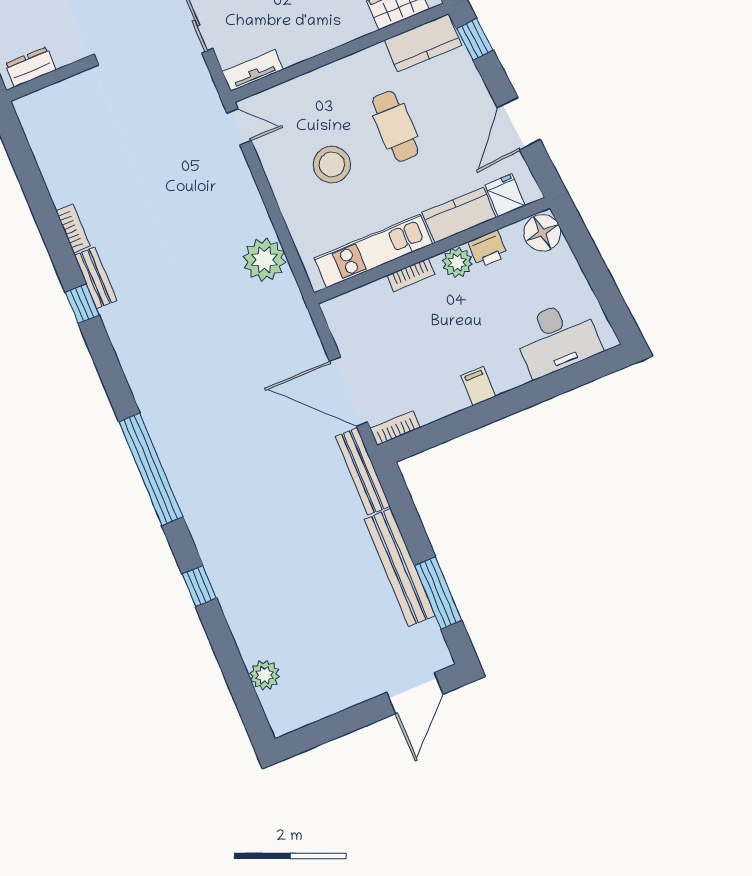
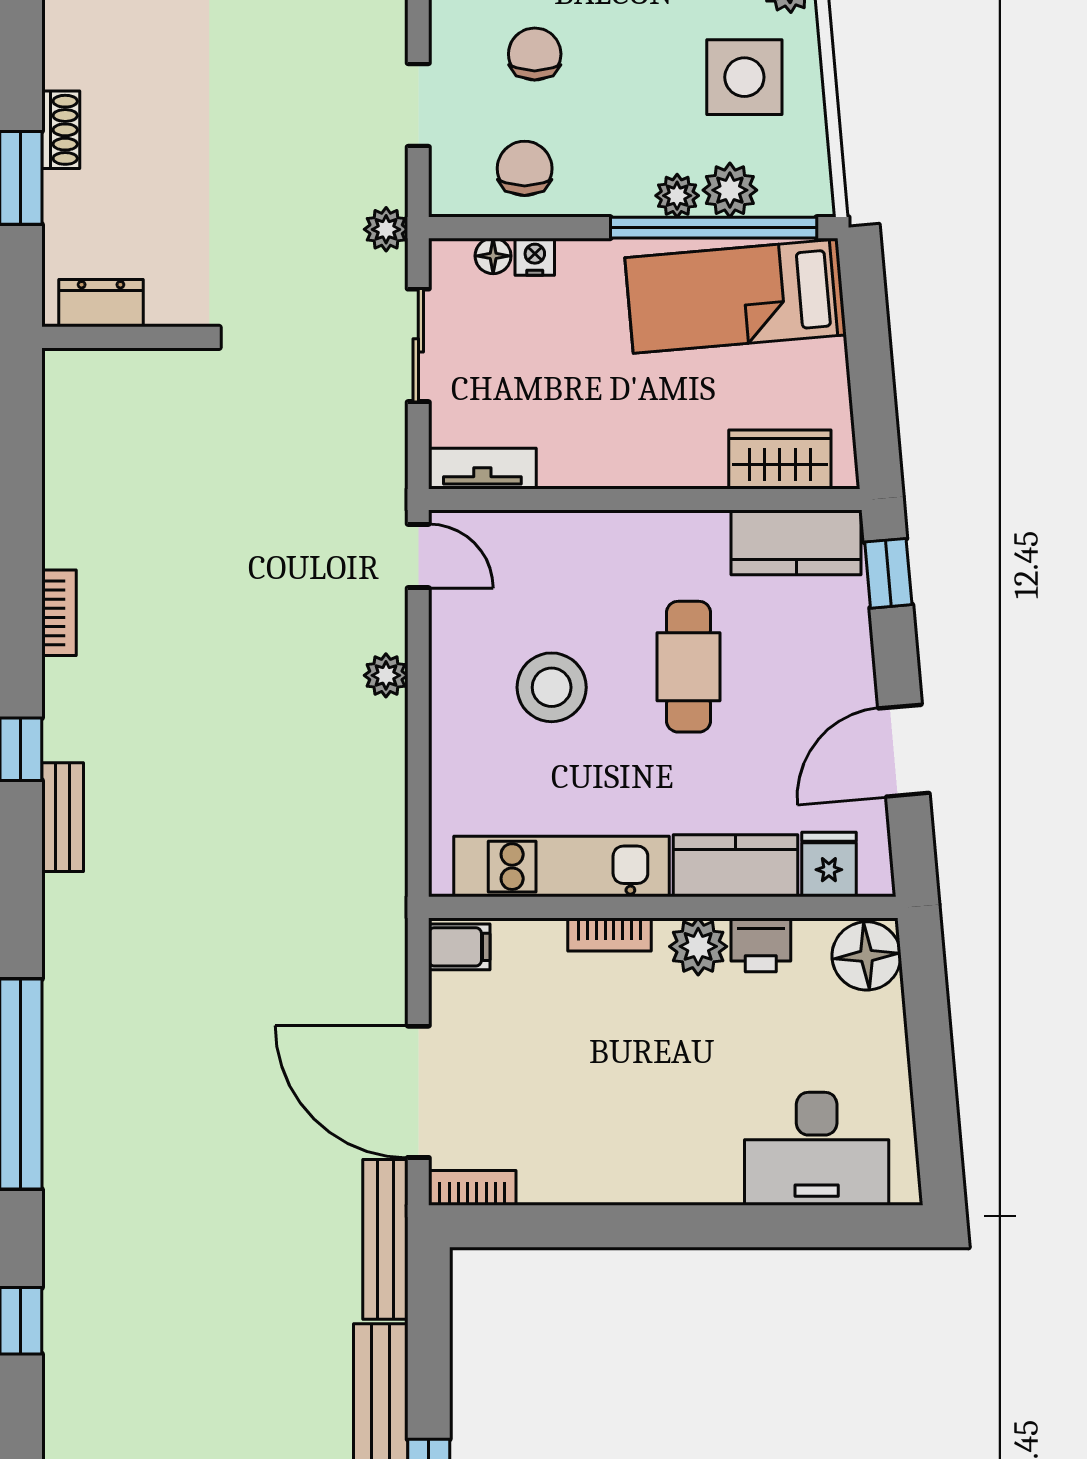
plant: (264, 260) -> (386, 675), moved, width x0.53, depth x0.53
bench: (96, 278) -> (63, 817), moved
filing cabinet: (478, 386) -> (459, 947), moved, turned 90

